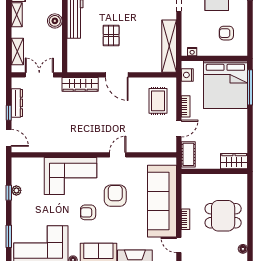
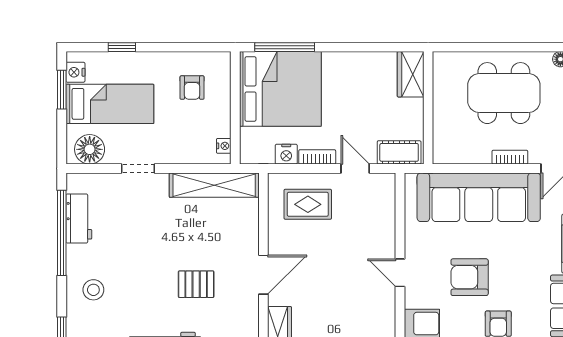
nightstand: (187, 75) -> (286, 154), moved
dining table: (223, 216) -> (504, 93), width x1.38

